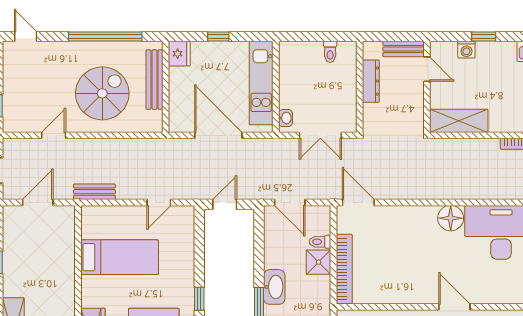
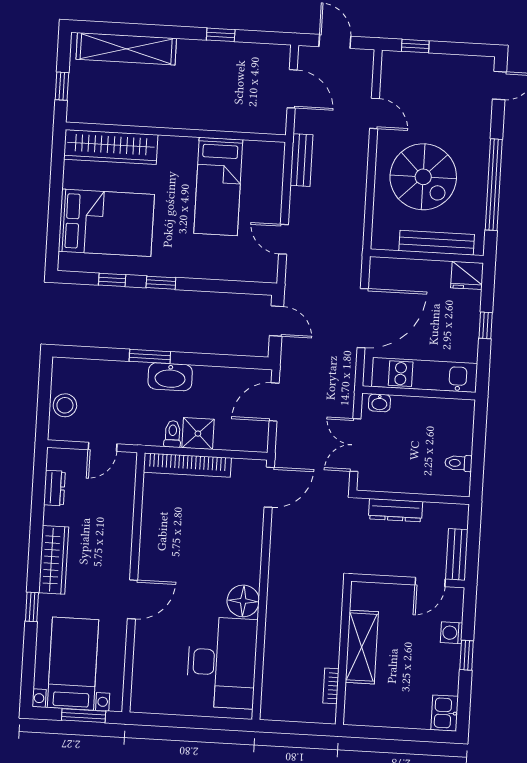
dresser: (371, 81) -> (396, 510), moved
shelving: (459, 121) -> (362, 647), moved
toilet: (320, 242) -> (173, 434), moved

